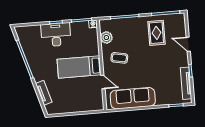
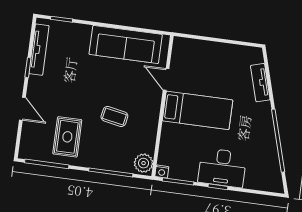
plant: (106, 37) -> (144, 163), moved
coffee table: (119, 58) -> (114, 116), moved

